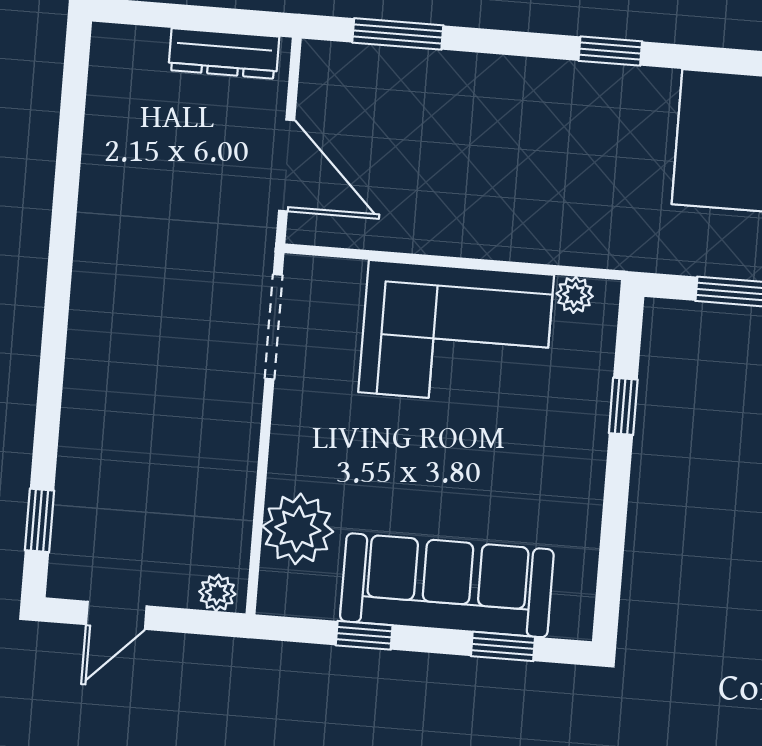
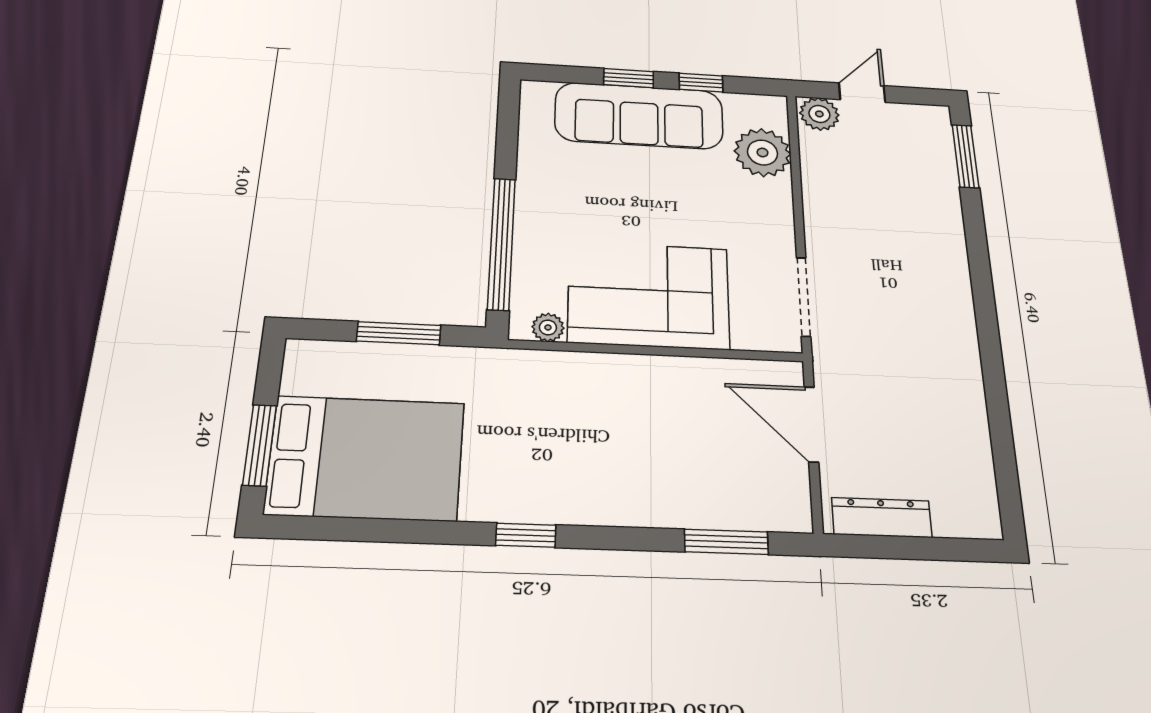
window: (623, 406) -> (502, 243), width x3.17
window: (39, 520) -> (965, 156), width x1.50
plant: (217, 593) -> (819, 114), width x1.38, depth x1.38
door: (116, 615) -> (862, 93), moved
window: (503, 646) -> (629, 78), moved

